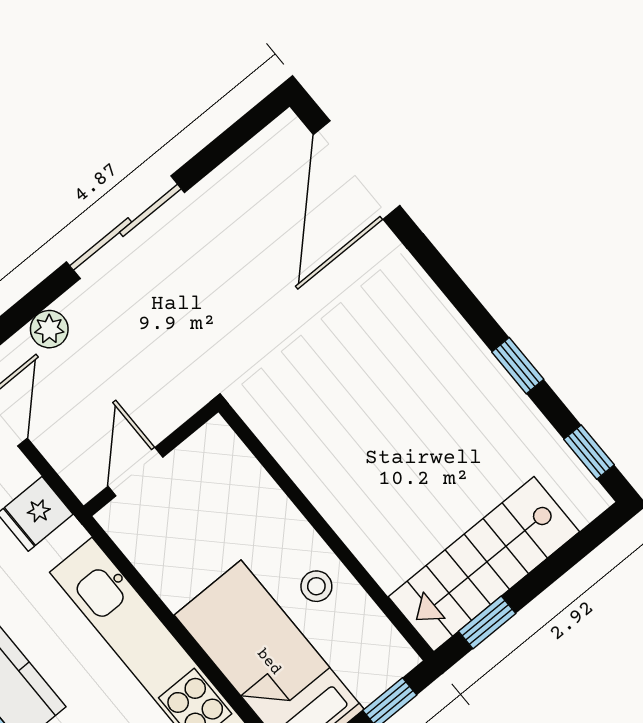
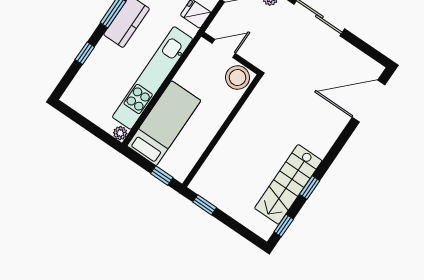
stairs: (484, 564) -> (288, 184), moved, turned -90
stool: (316, 586) -> (238, 78), moved, width x1.89, depth x1.89

